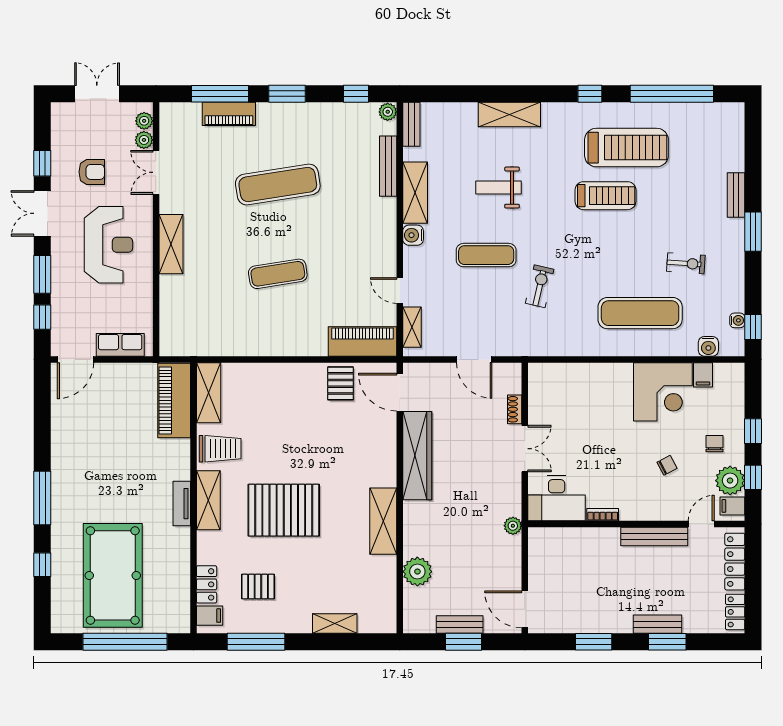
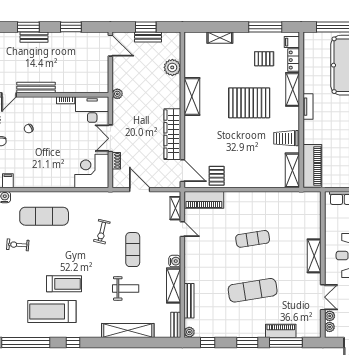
shelving: (509, 114) -> (128, 331), width x1.47
treadmill: (606, 196) -> (64, 284), turned 180
exercise mat: (486, 255) -> (133, 250), turned 90
corner desk: (663, 392) -> (92, 171), moved
shelving: (208, 500) -> (293, 89), moved

